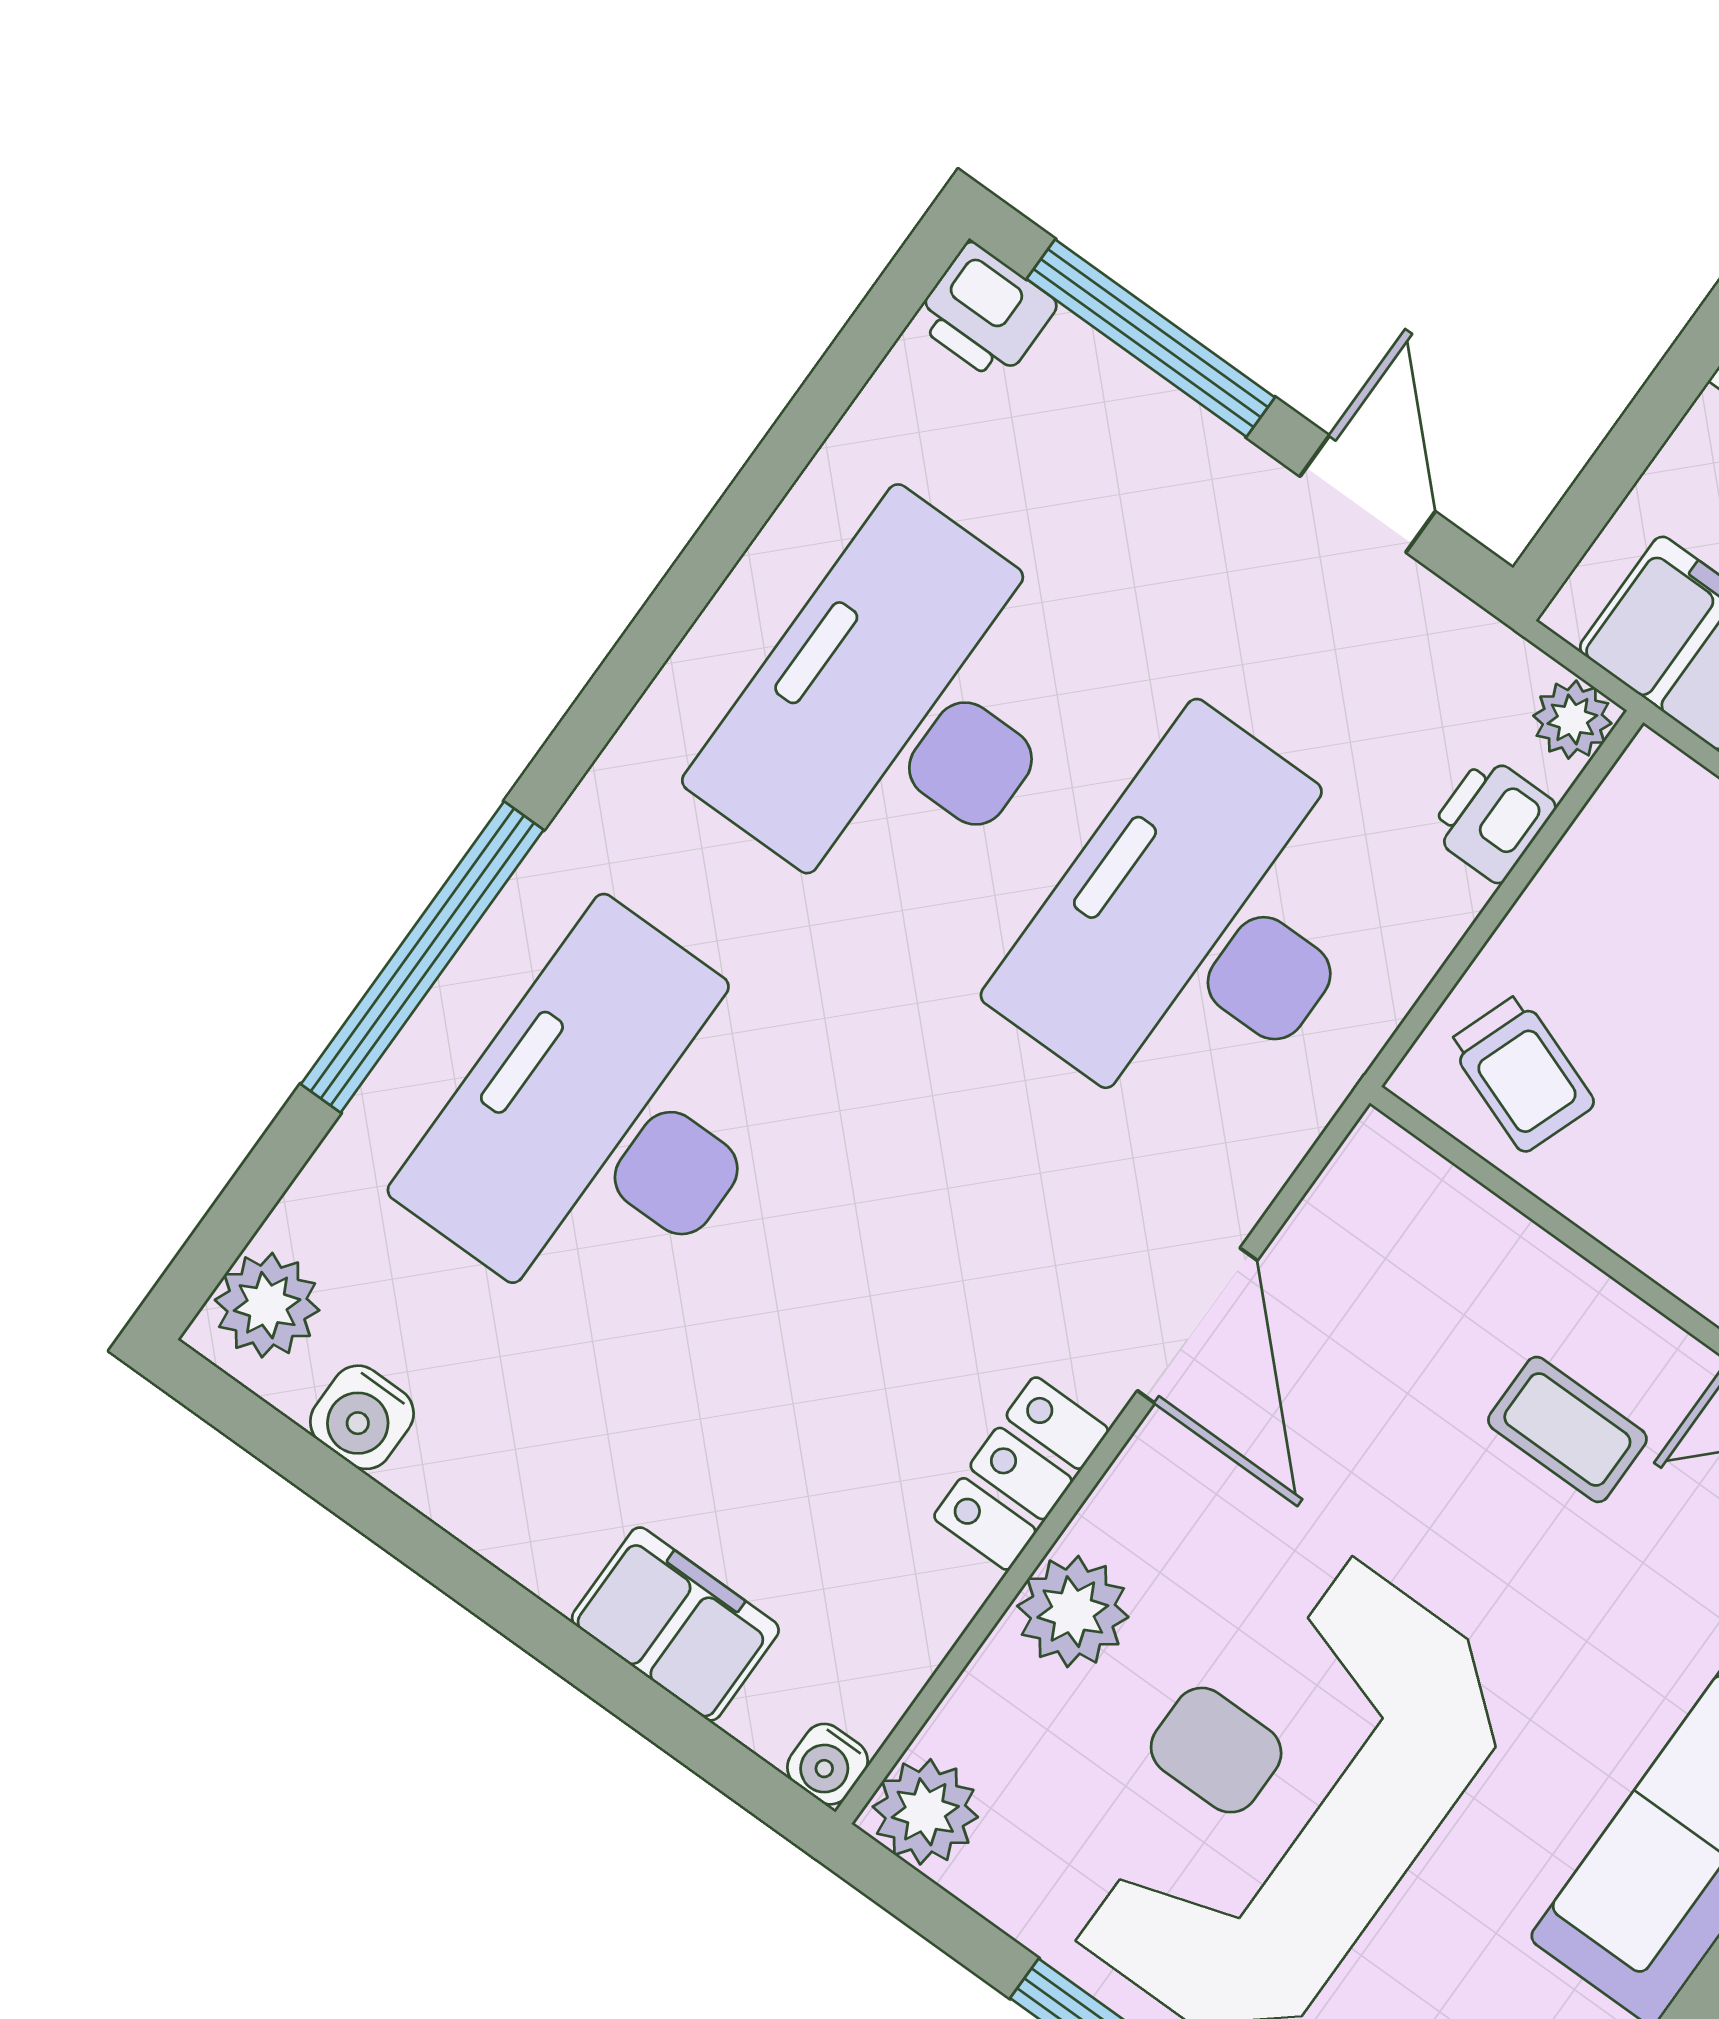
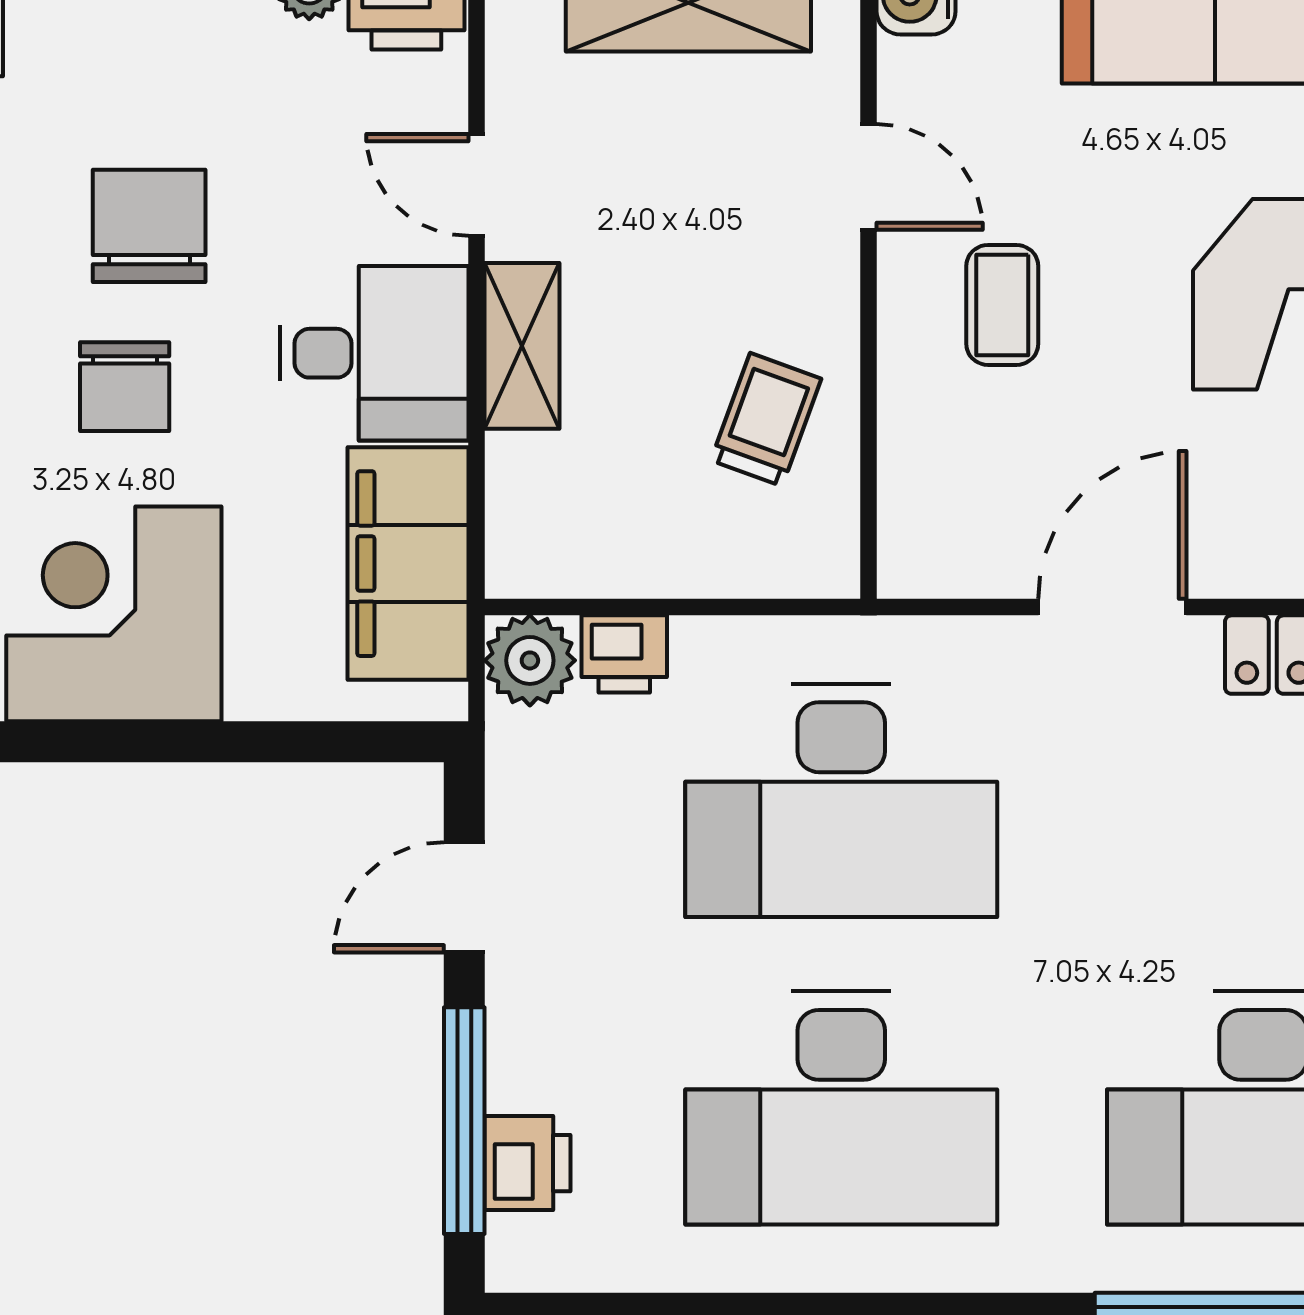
printer: (985, 312) -> (527, 1163), moved
plant: (1572, 720) -> (530, 660), width x1.38, depth x1.38
trolley: (1522, 1073) -> (766, 420), moved

